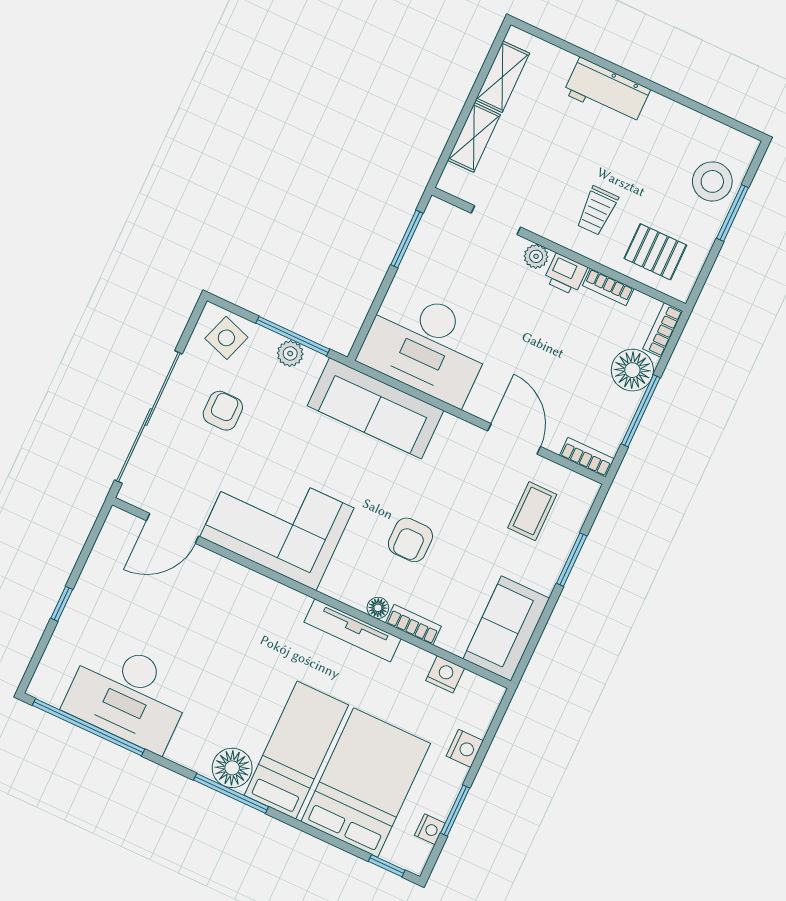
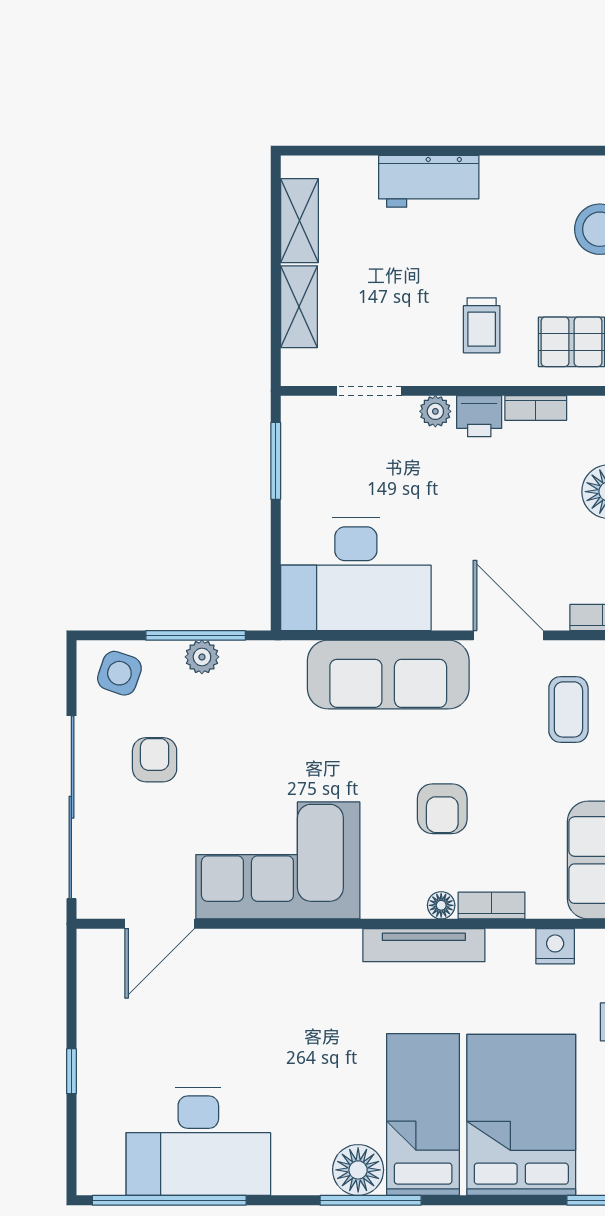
sofa: (375, 408) -> (388, 674), moved

